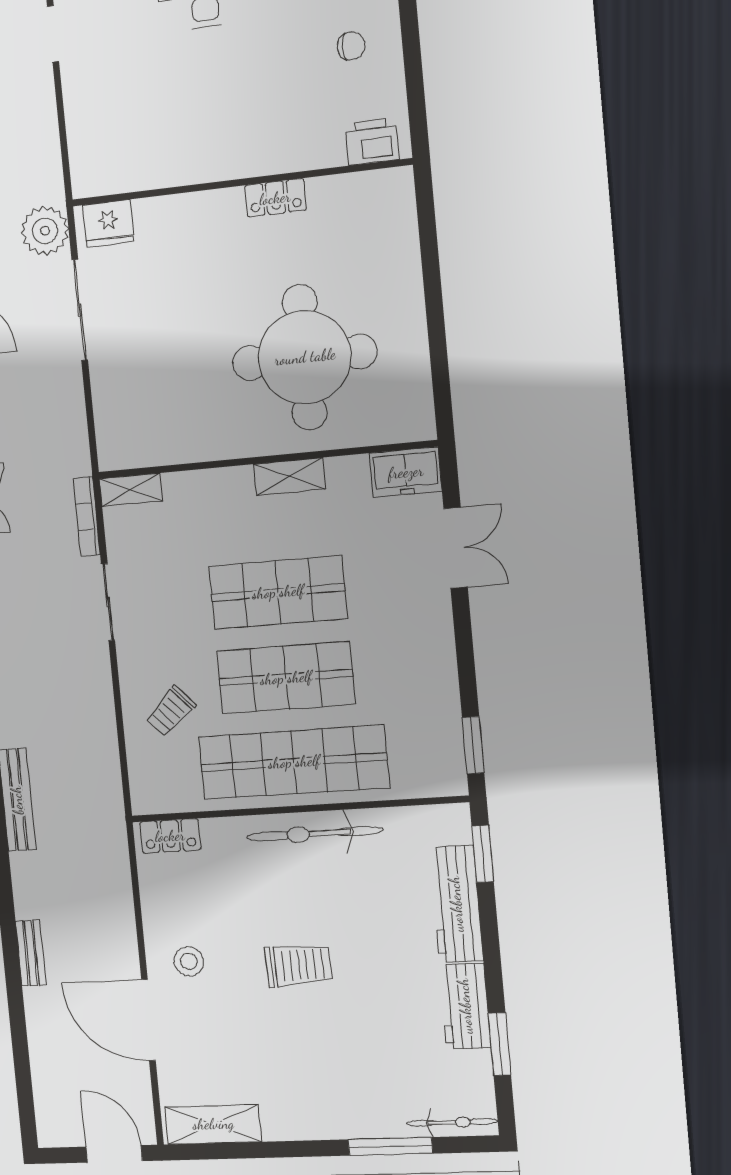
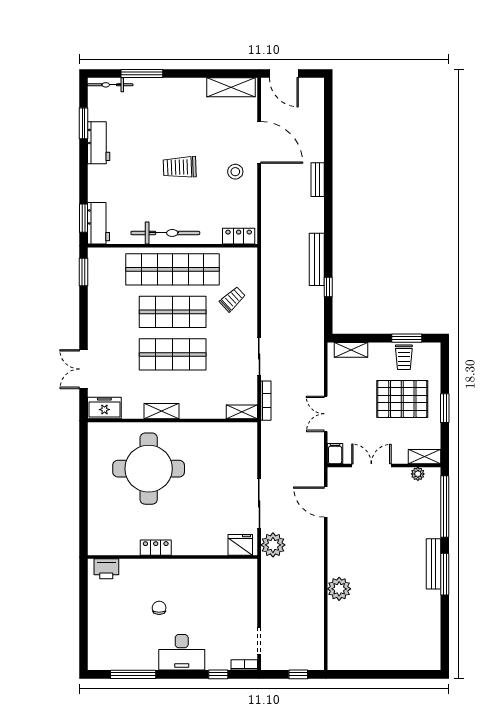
chair: (351, 46) -> (159, 608), moved, turned 90
workbench: (456, 904) -> (98, 223), moved, width x0.73

